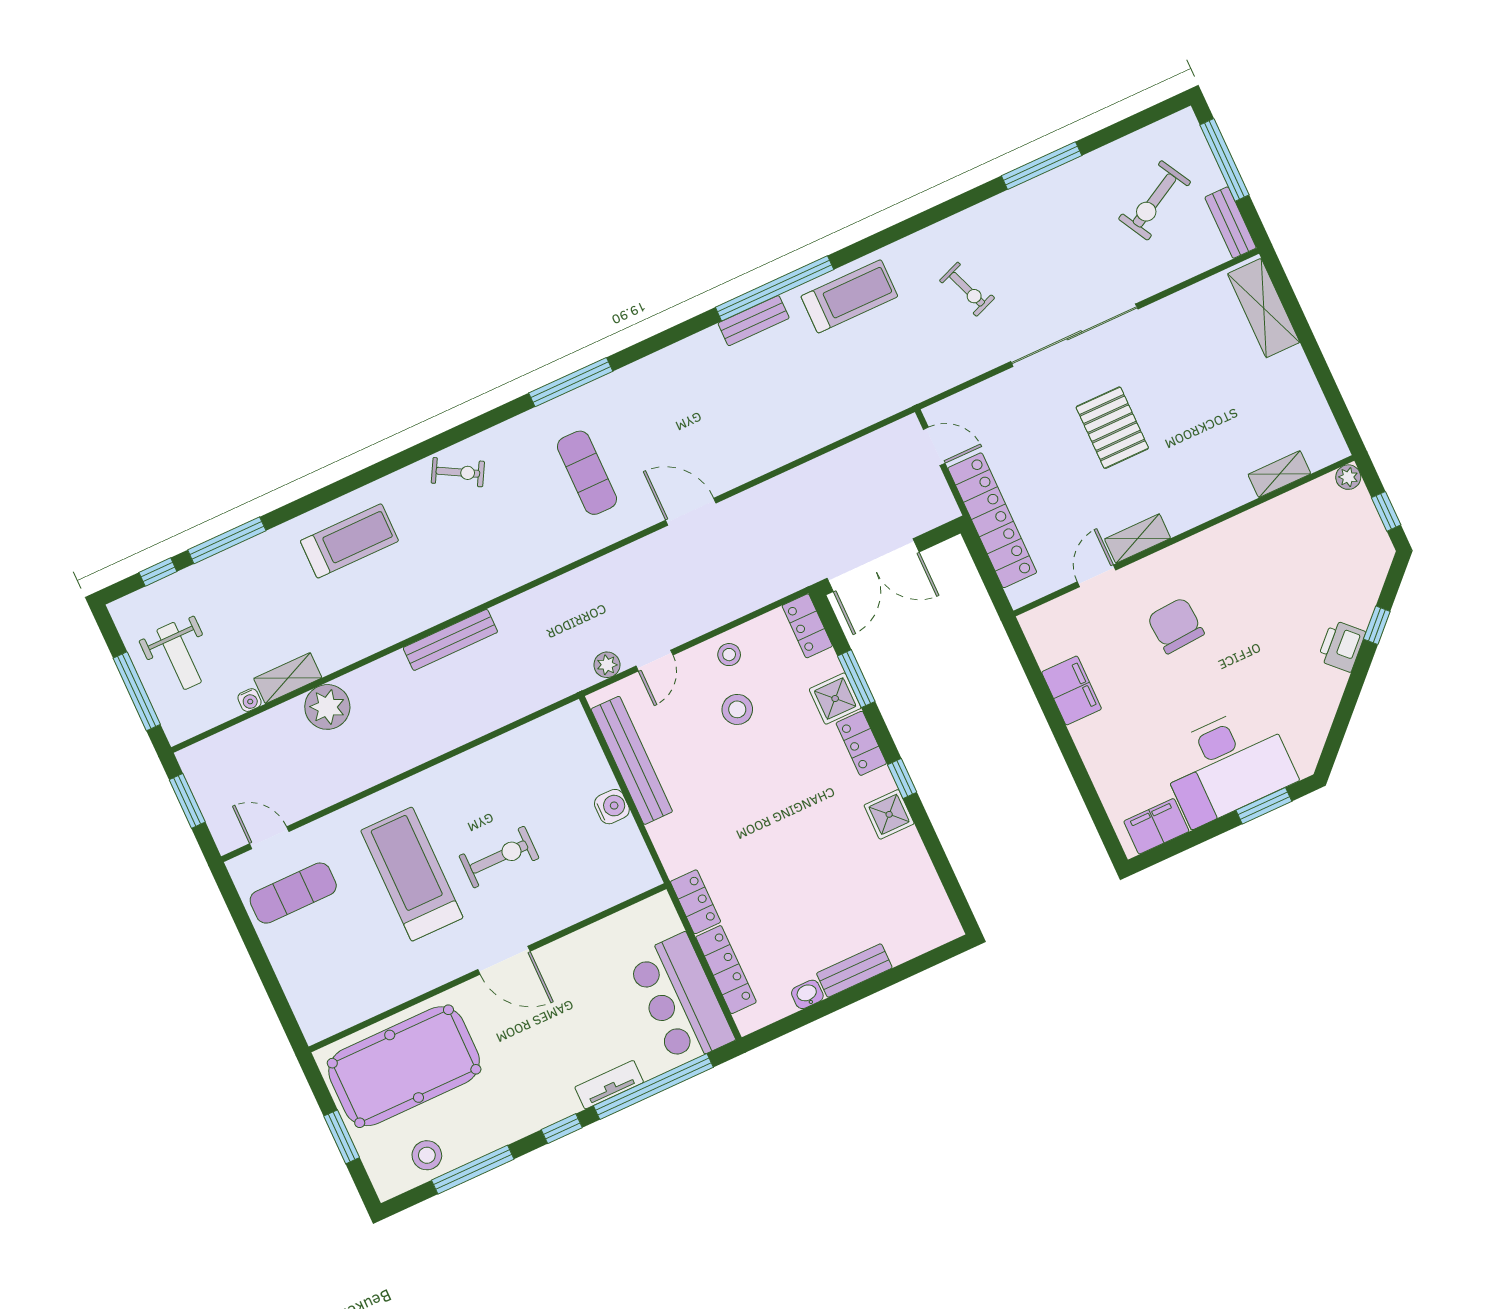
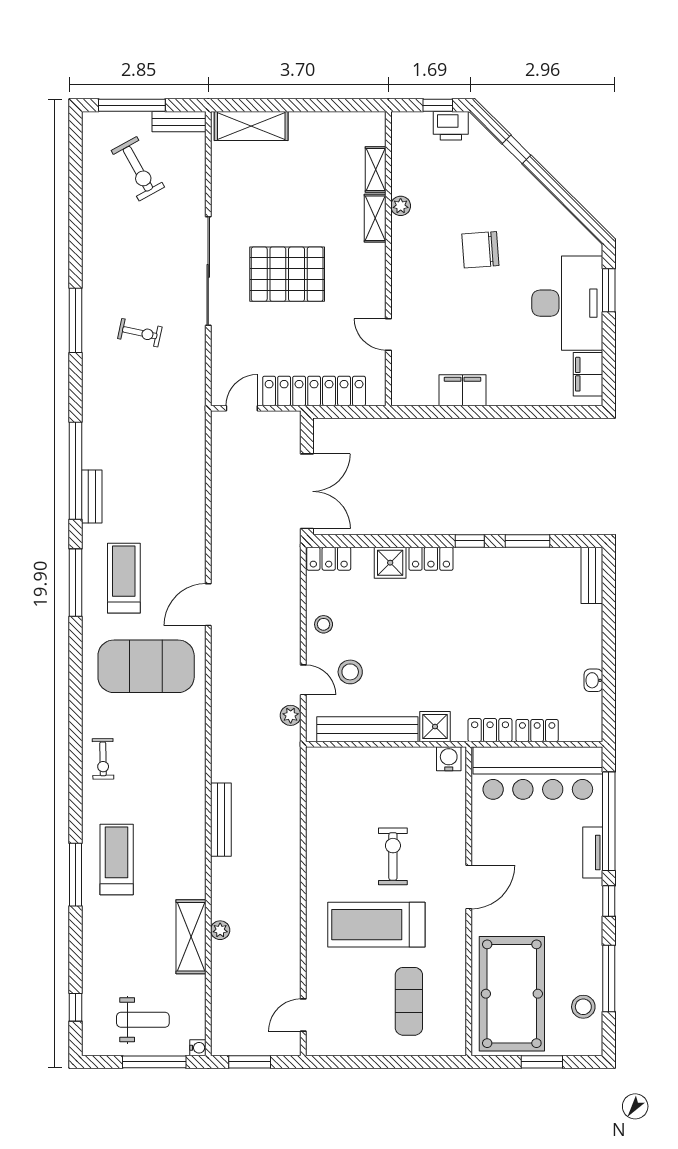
window: (1042, 166) -> (76, 320), moved
exercise bike: (967, 289) -> (140, 333), turned 33
treadmill: (849, 296) -> (124, 578), moved
window: (571, 382) -> (76, 583), moved
pallet: (1112, 428) -> (287, 274), width x1.37, depth x1.41
exercise bike: (458, 472) -> (103, 759), turned 150
exercise mat: (587, 473) -> (146, 666), width x2.00, depth x1.45
plant: (1348, 477) -> (401, 206), moved
shelving: (1138, 539) -> (375, 218), moved
window: (227, 540) -> (76, 875), moved
chair: (1176, 625) -> (480, 250), moved
printer: (1342, 646) -> (451, 126), moved, turned -45
shelving: (288, 678) -> (191, 937), width x1.50, depth x1.33
window: (856, 679) -> (528, 541), moved
water cooler: (250, 700) -> (198, 1048), moved
plant: (327, 707) -> (220, 930), width x0.53, depth x0.53
stool: (737, 709) -> (350, 672), moved
water cooler: (612, 807) -> (449, 759), moved
shower: (889, 814) -> (435, 727), moved
exercise mat: (293, 893) -> (409, 1001), moved
locker: (726, 970) -> (537, 731), width x0.66
bench: (854, 971) -> (592, 575), moved
bar counter: (681, 999) -> (538, 773), width x1.36

